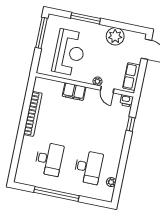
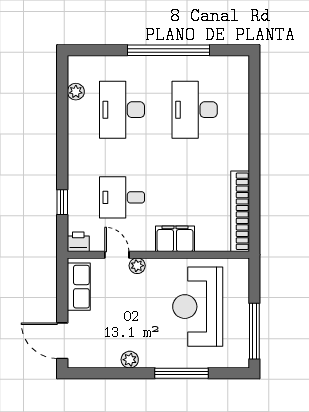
plant: (115, 36) -> (130, 360), width x0.53, depth x0.53
bookcase: (33, 114) -> (240, 211), moved
desk: (98, 120) -> (122, 197), added

